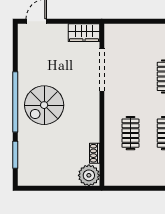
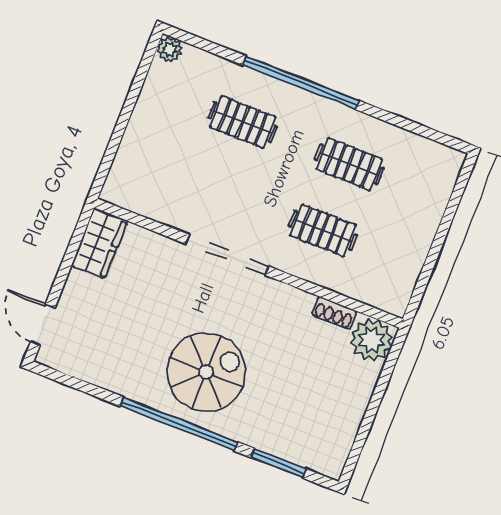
doorway: (102, 70) -> (227, 255), moved
spiral stairs: (44, 105) -> (206, 372), turned -90

